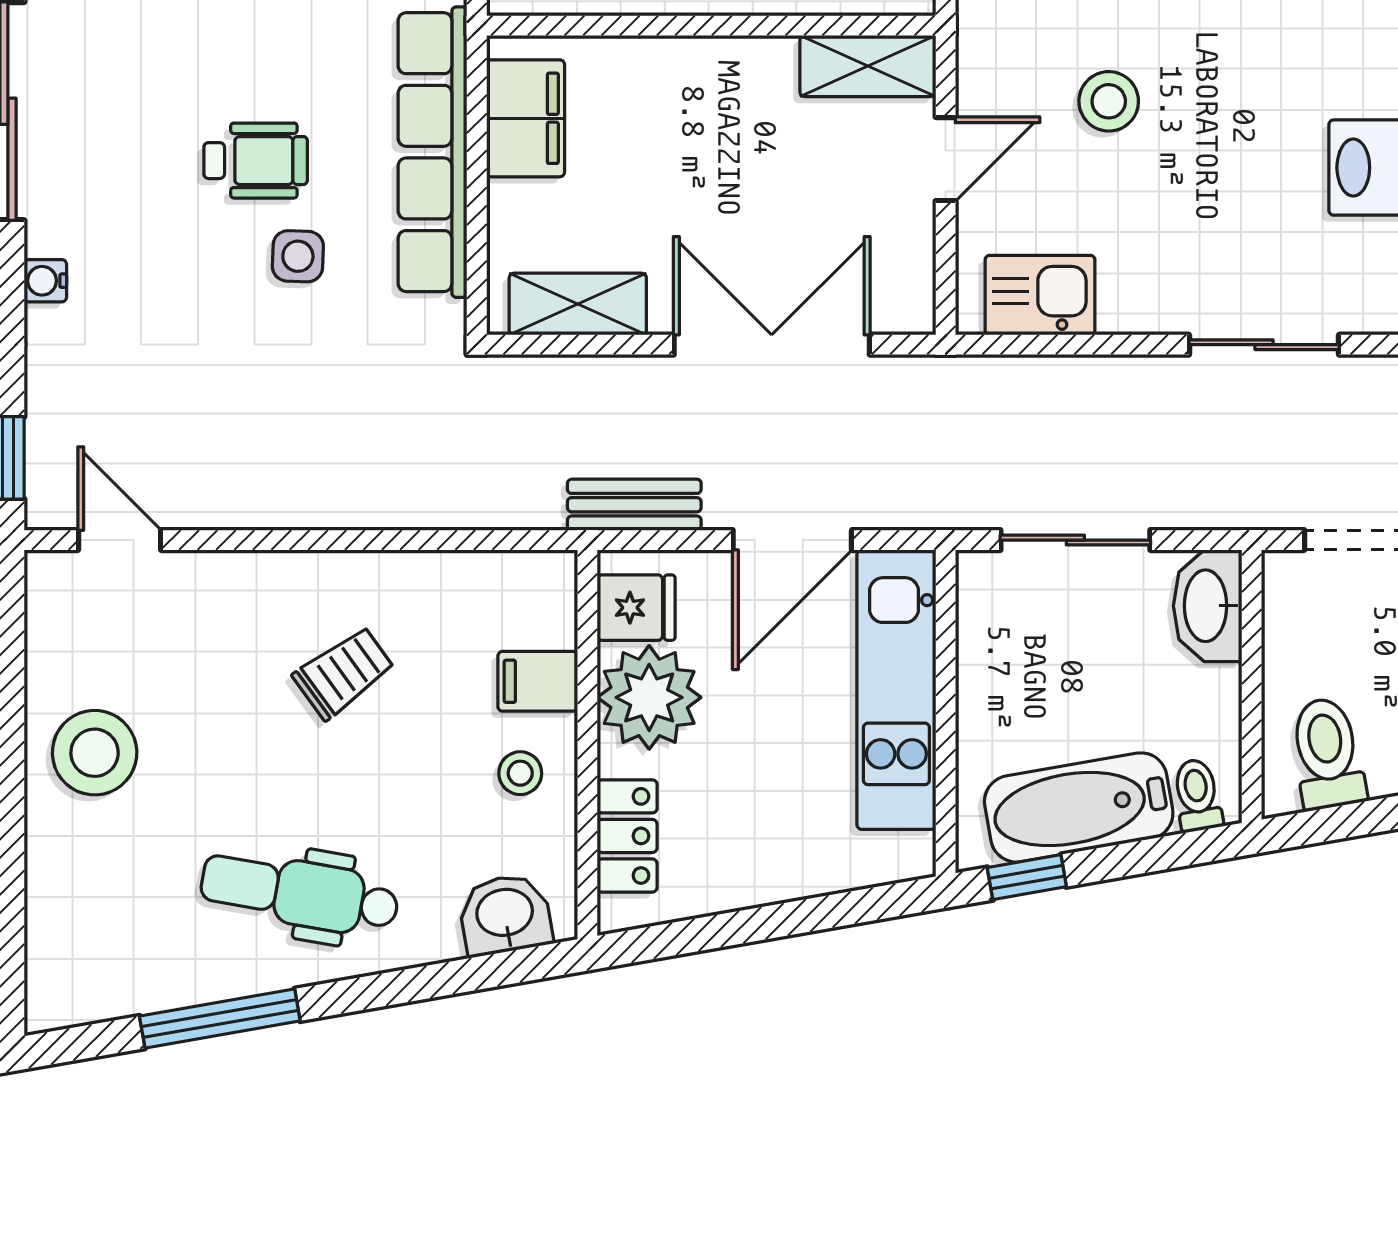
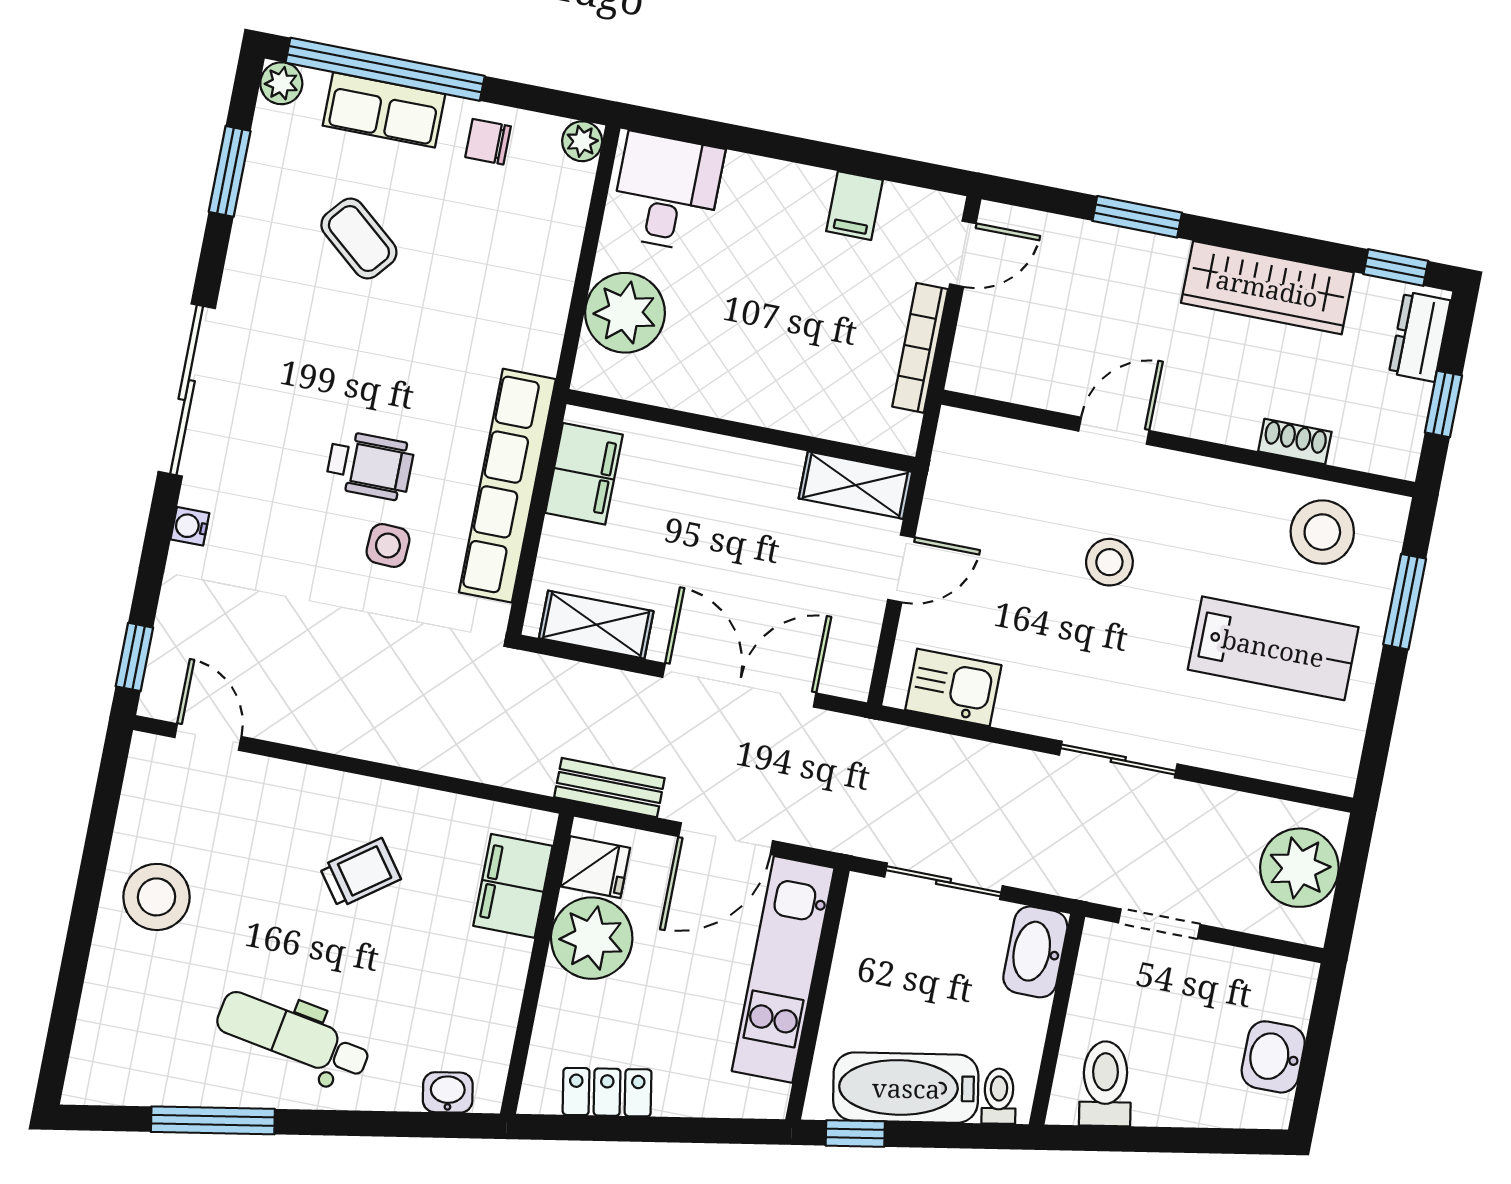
stool: (1109, 101) -> (1109, 562), moved
filing cabinet: (538, 681) -> (513, 886), width x2.00
stool: (520, 773) -> (481, 977), removed
locker: (627, 836) -> (607, 1092), moved, turned -100
washbasin: (505, 915) -> (448, 1092), width x0.72, depth x0.69

